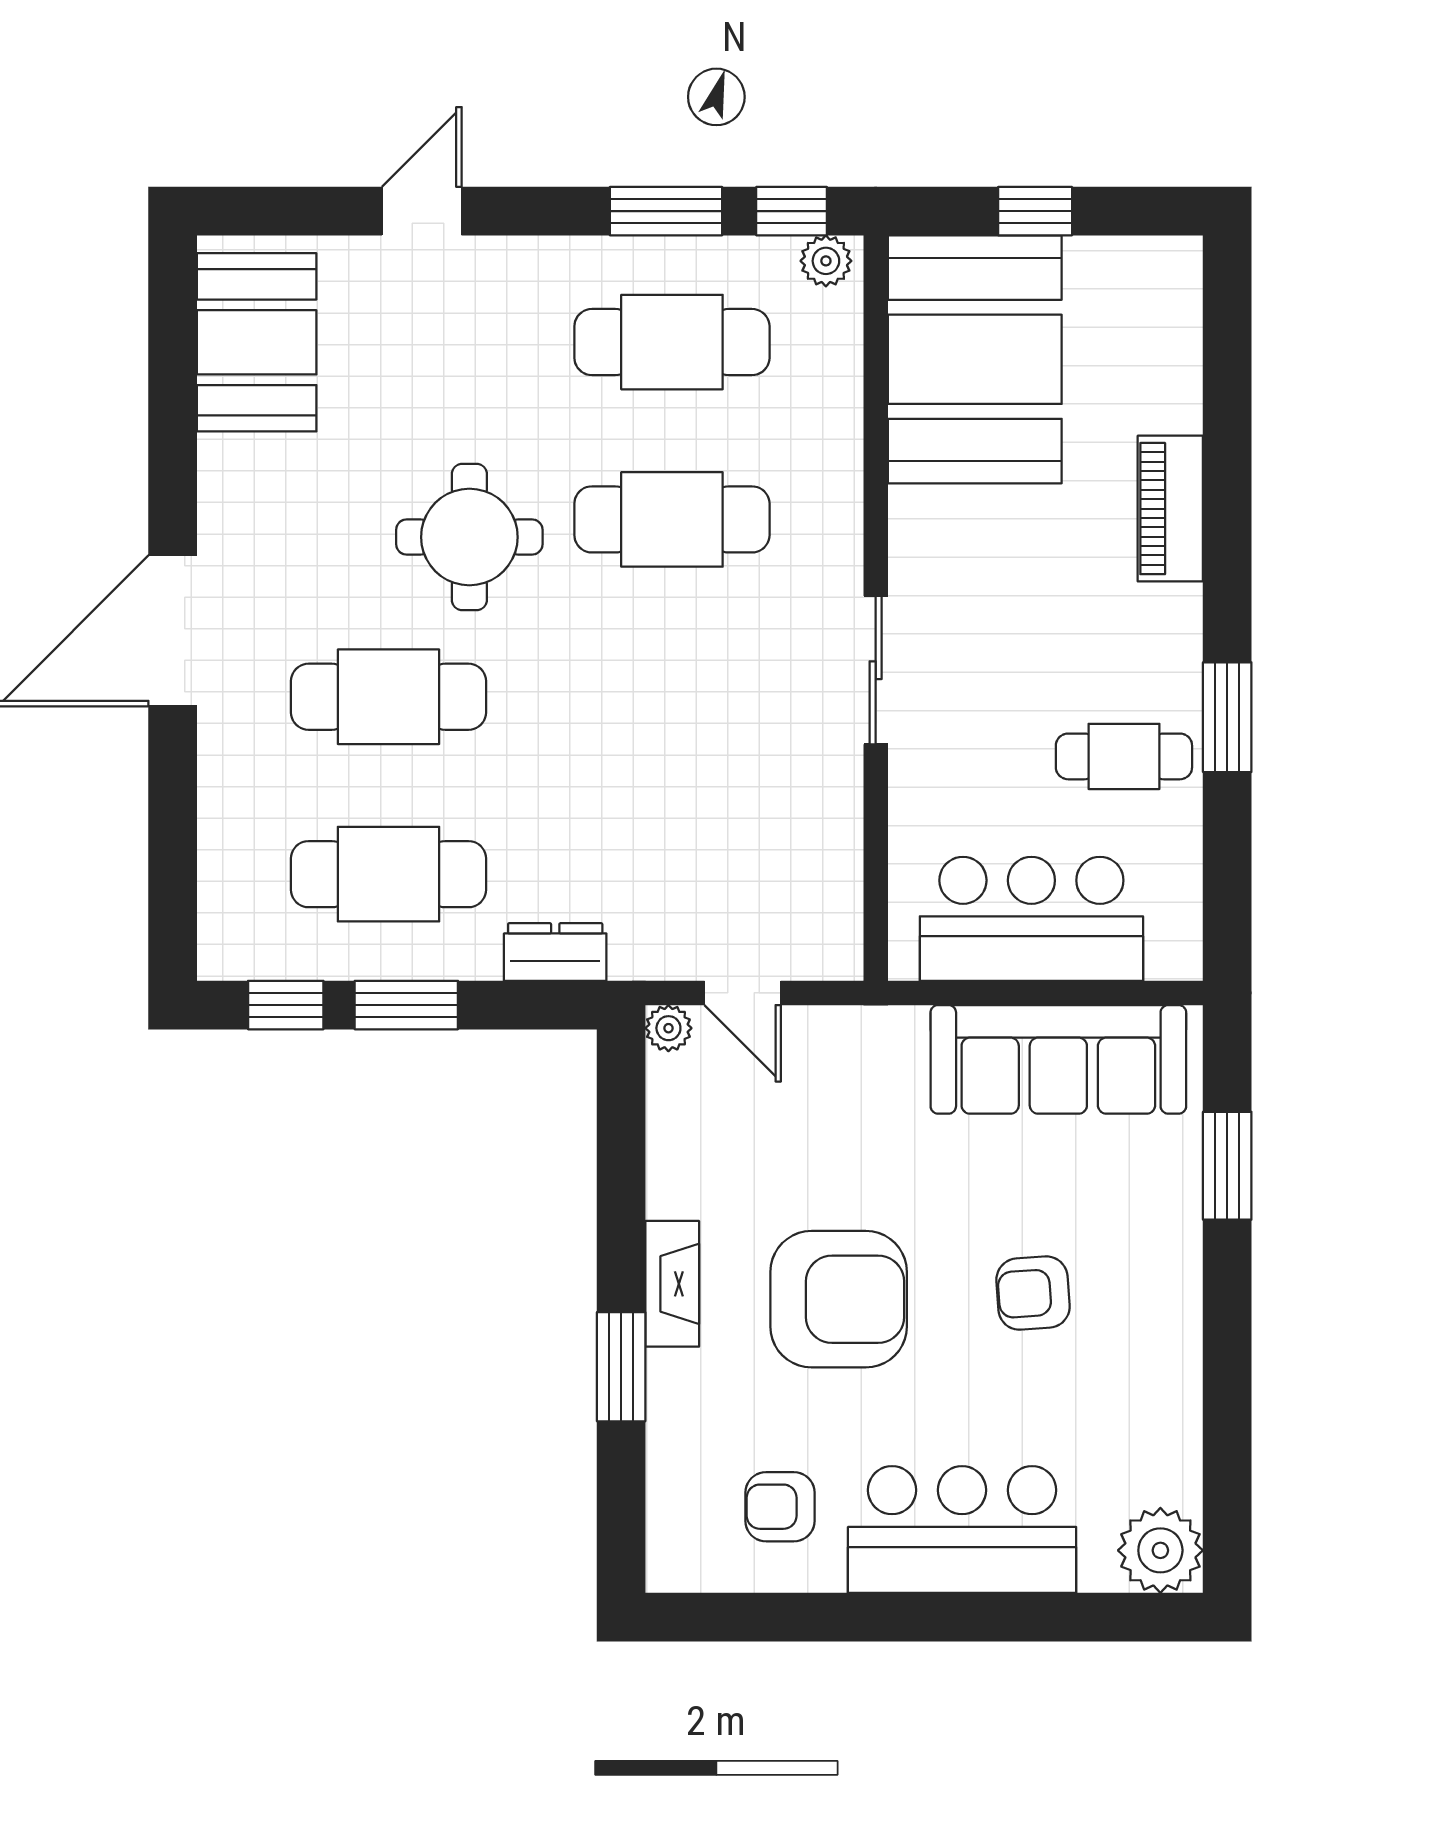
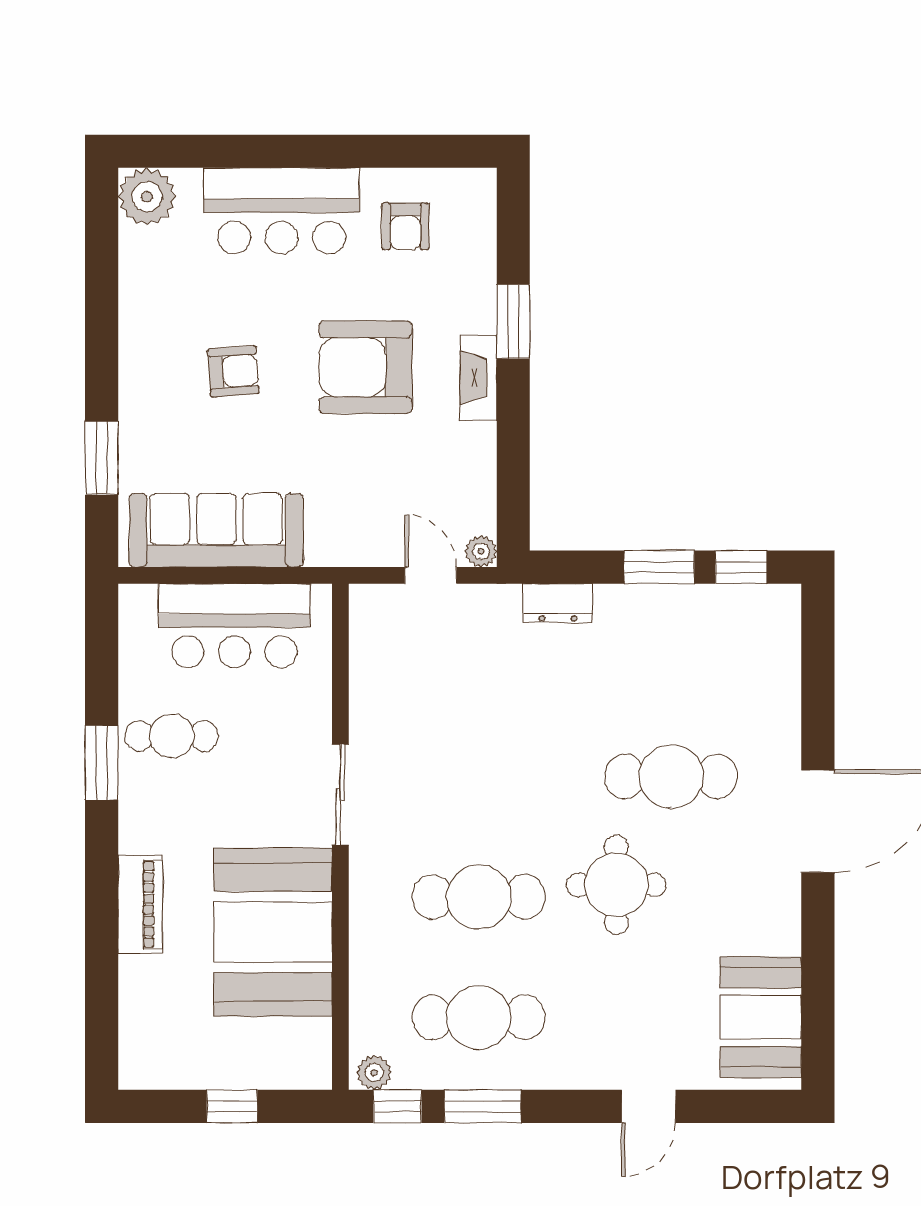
booth: (975, 359) -> (273, 932), moved
cafe table: (388, 874) -> (671, 656), removed
armchair: (780, 1507) -> (405, 226), turned 90

